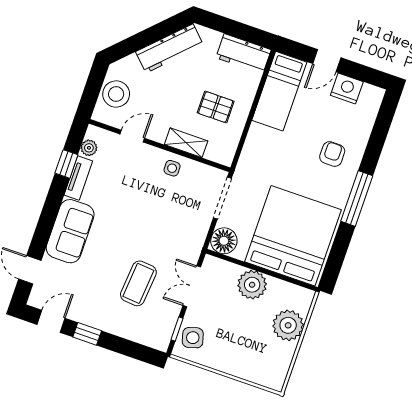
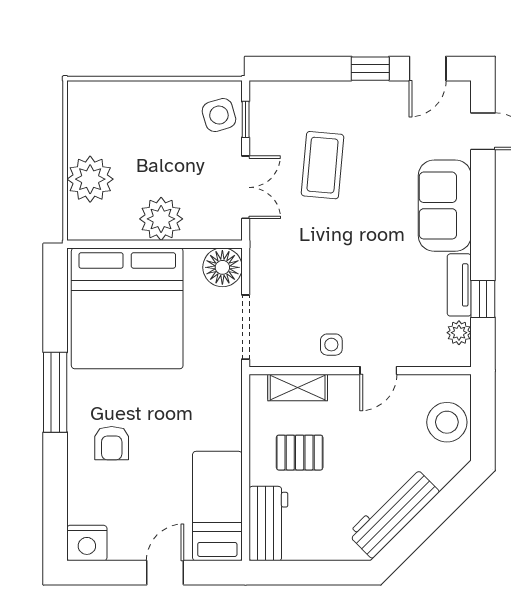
workbench: (243, 54) -> (268, 524), moved, turned 90
nightstand: (347, 88) -> (87, 543), moved
door: (132, 136) -> (378, 371), moved
shelving: (186, 143) -> (298, 388), moved

